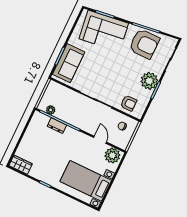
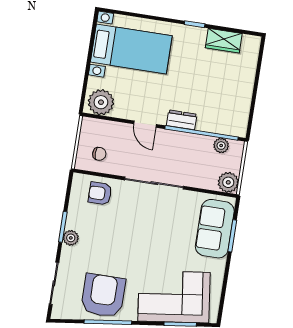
armchair: (144, 44) -> (103, 296), turned 90
plant: (149, 81) -> (71, 238), width x0.53, depth x0.53
plant: (53, 88) -> (228, 182), added
dresser: (57, 126) -> (182, 120), moved
door: (100, 140) -> (145, 124), moved
wardrobe: (21, 165) -> (224, 41), moved

